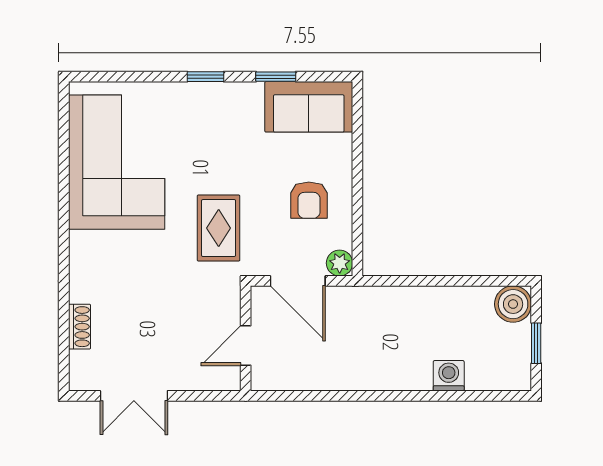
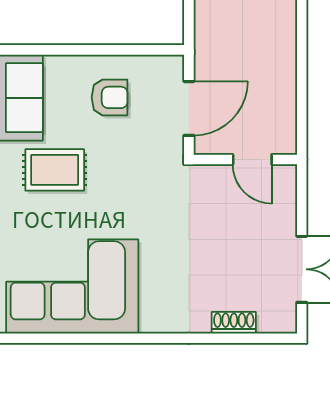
rug: (219, 228) -> (55, 170), moved
plant: (340, 263) -> (171, 67), removed

